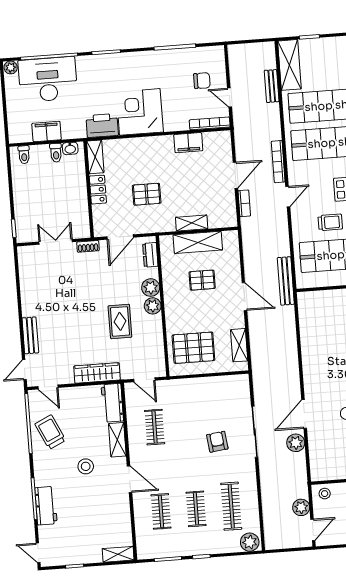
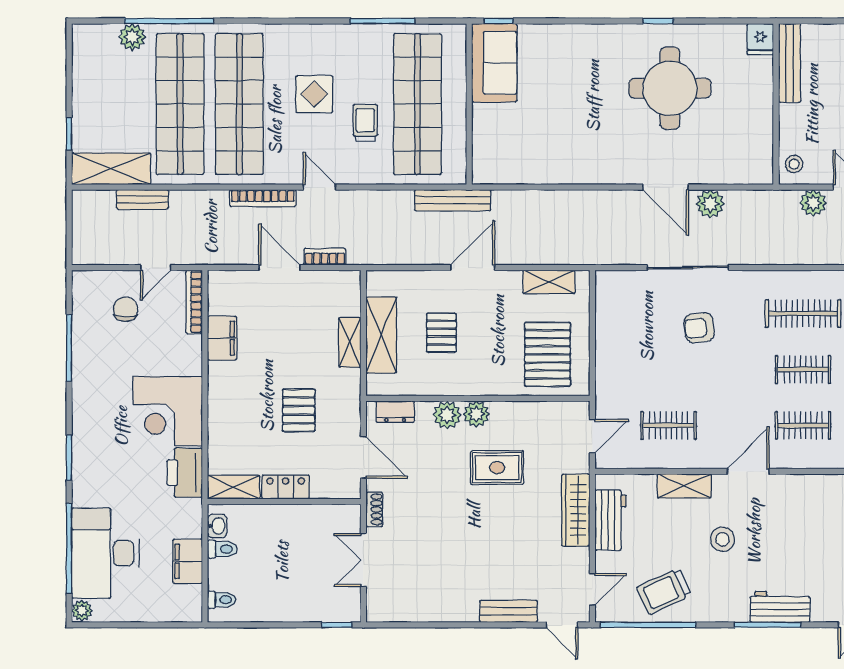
workbench: (112, 403) -> (610, 520), moved, turned -90

